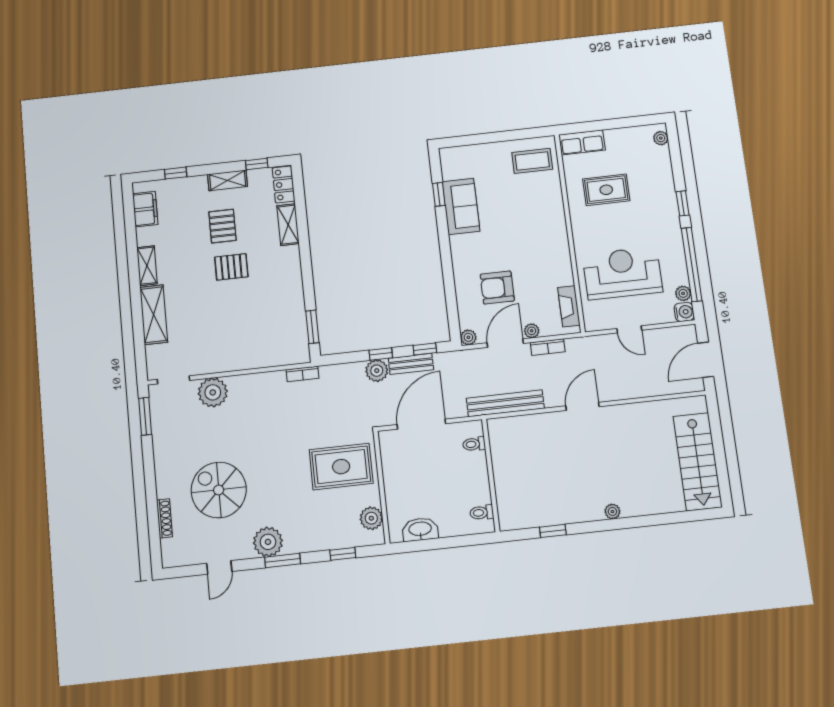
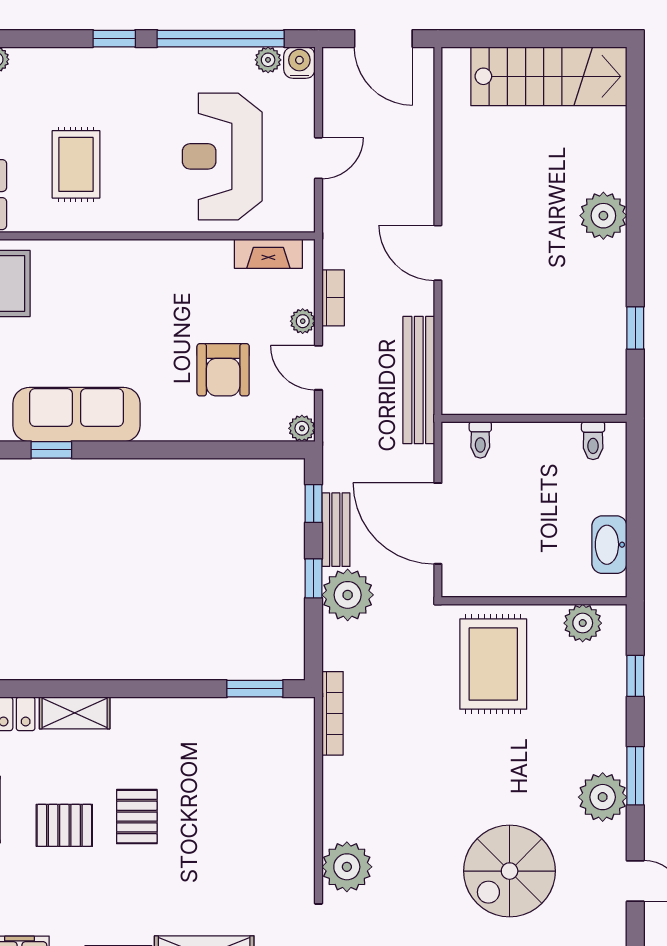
sofa: (461, 206) -> (76, 415), width x1.36
door: (505, 343) -> (318, 368), width x0.73
plant: (377, 371) -> (348, 595), width x1.36, depth x1.36
bookcase: (302, 374) -> (333, 713), width x1.56
plant: (612, 511) -> (603, 216), width x1.88, depth x1.88

